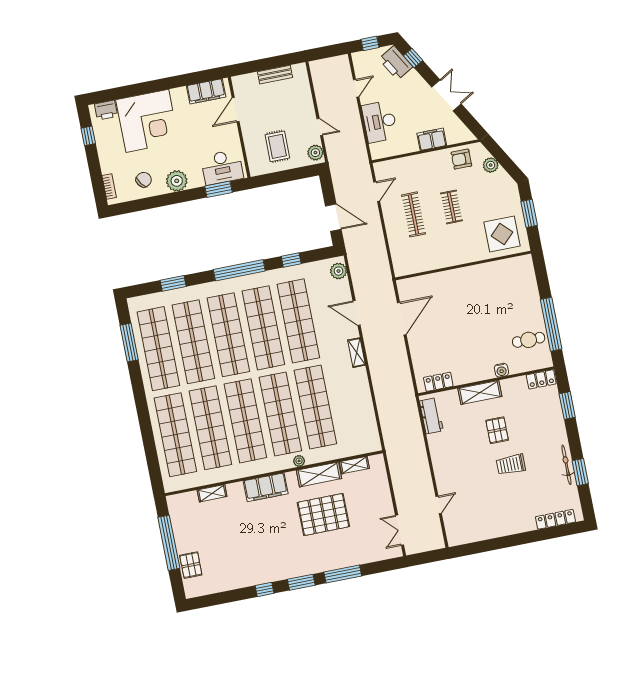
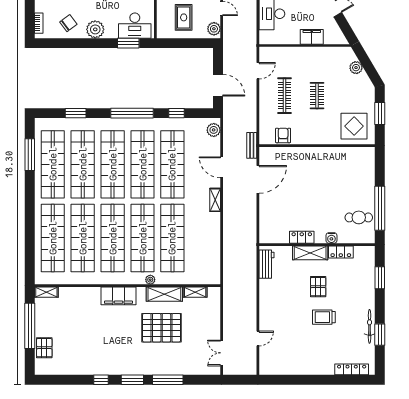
armchair: (461, 159) -> (283, 135), moved, turned 90
bench: (387, 280) -> (252, 145), added
locker: (541, 379) -> (341, 252), moved
locker: (438, 382) -> (302, 237), moved
shelving: (212, 493) -> (46, 292), moved

